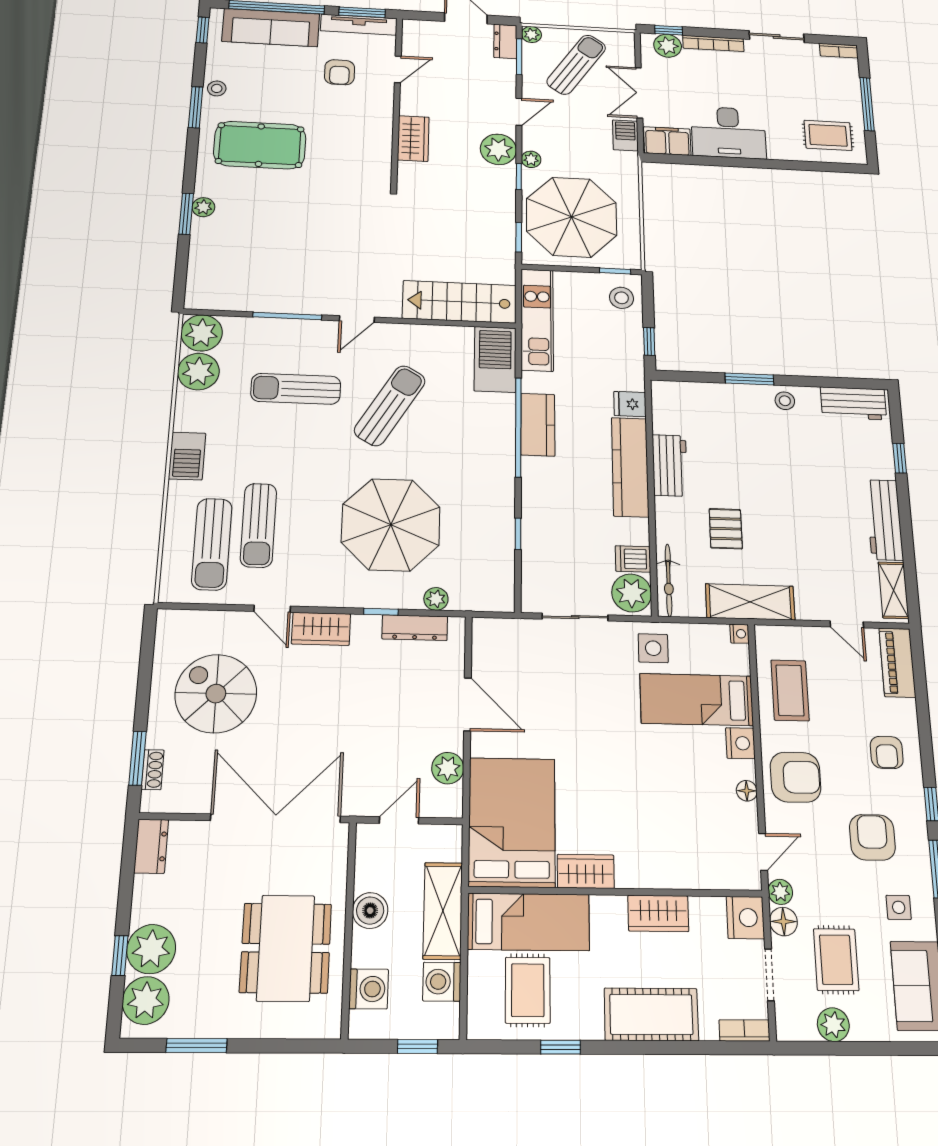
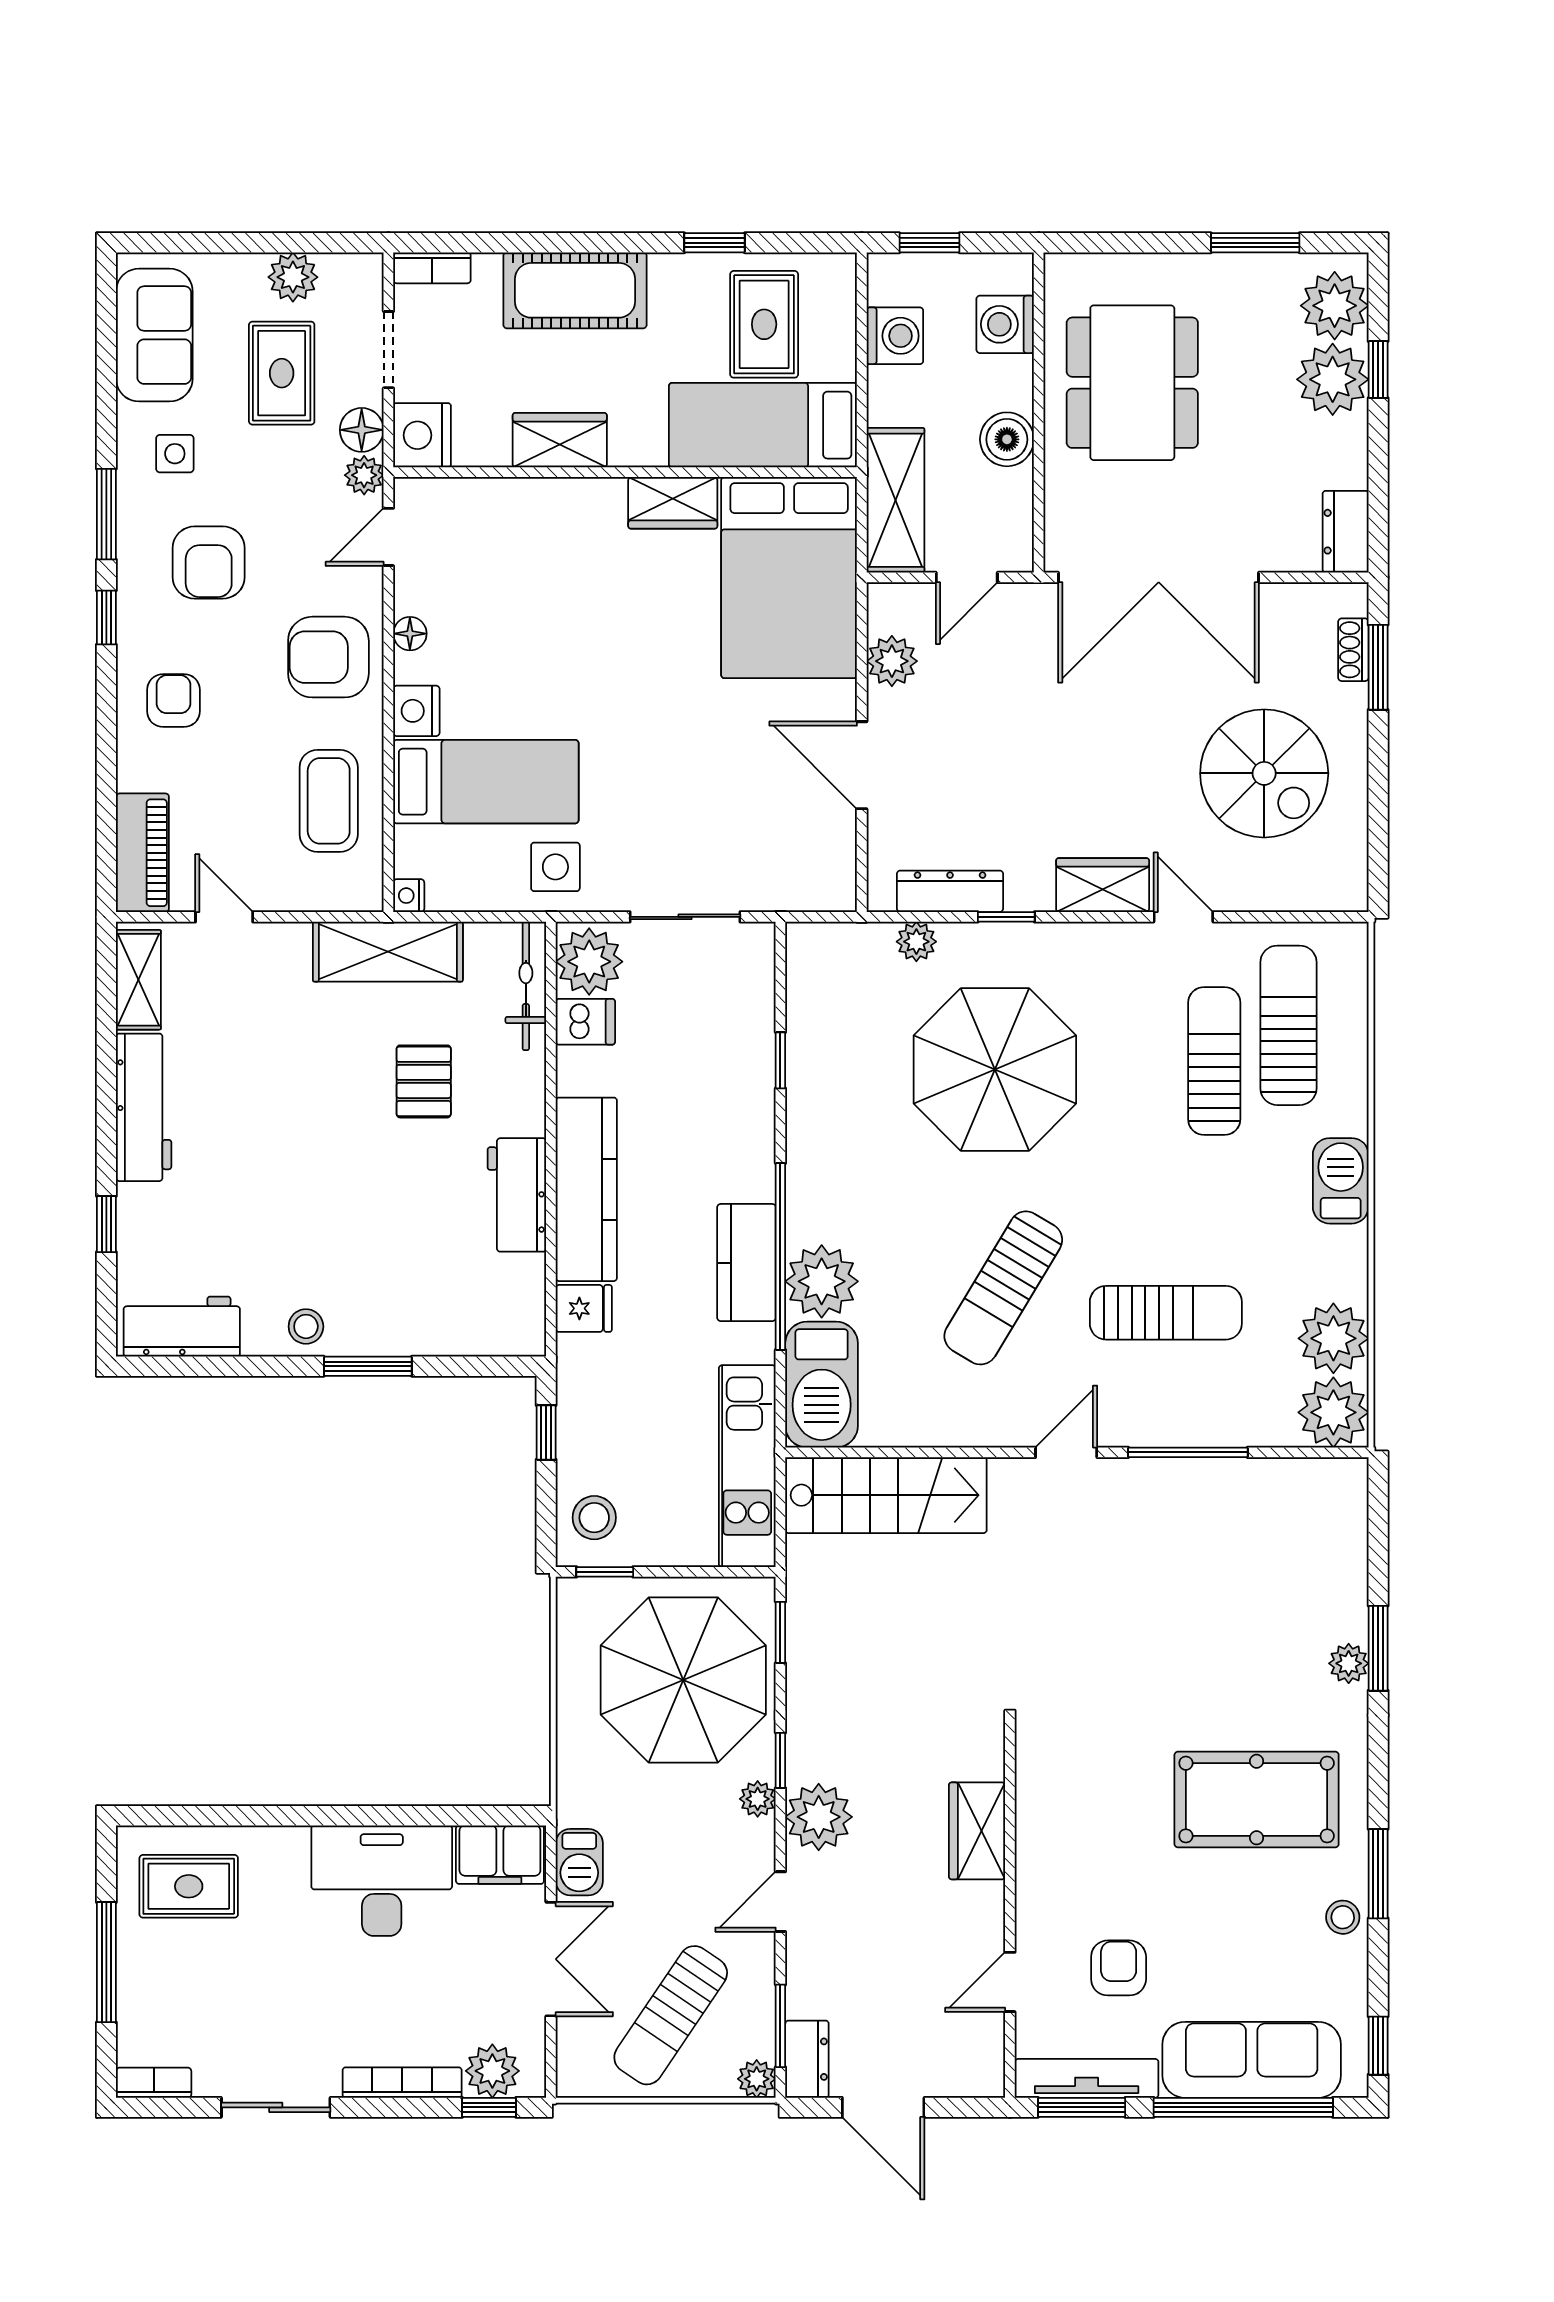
plant: (495, 413) -> (822, 1281), added
shelving: (443, 911) -> (895, 500), moved

